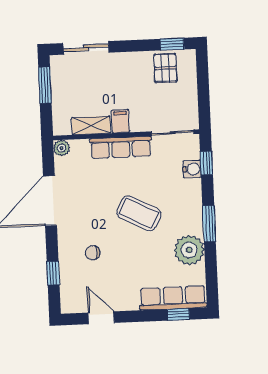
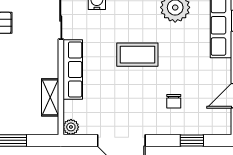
filing cabinet: (120, 121) -> (47, 69), removed
coffee table: (139, 213) -> (137, 55), turned 63

